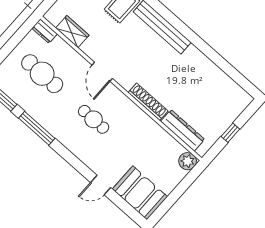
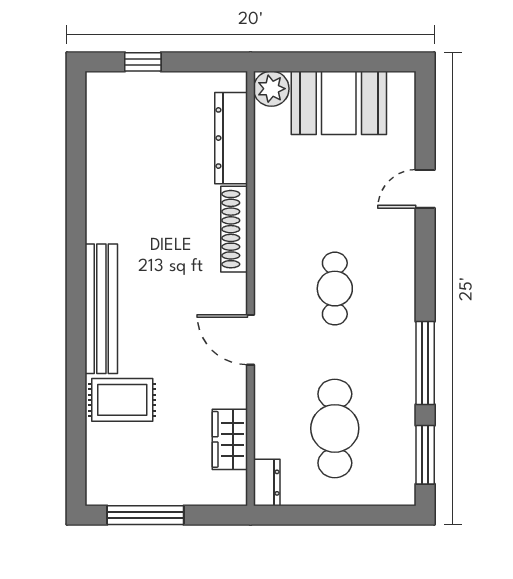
door: (102, 72) -> (251, 340), swing flipped
window: (230, 133) -> (143, 62), moved
door: (101, 185) -> (425, 189), swing flipped
booth: (140, 193) -> (339, 103), moved, turned 90

